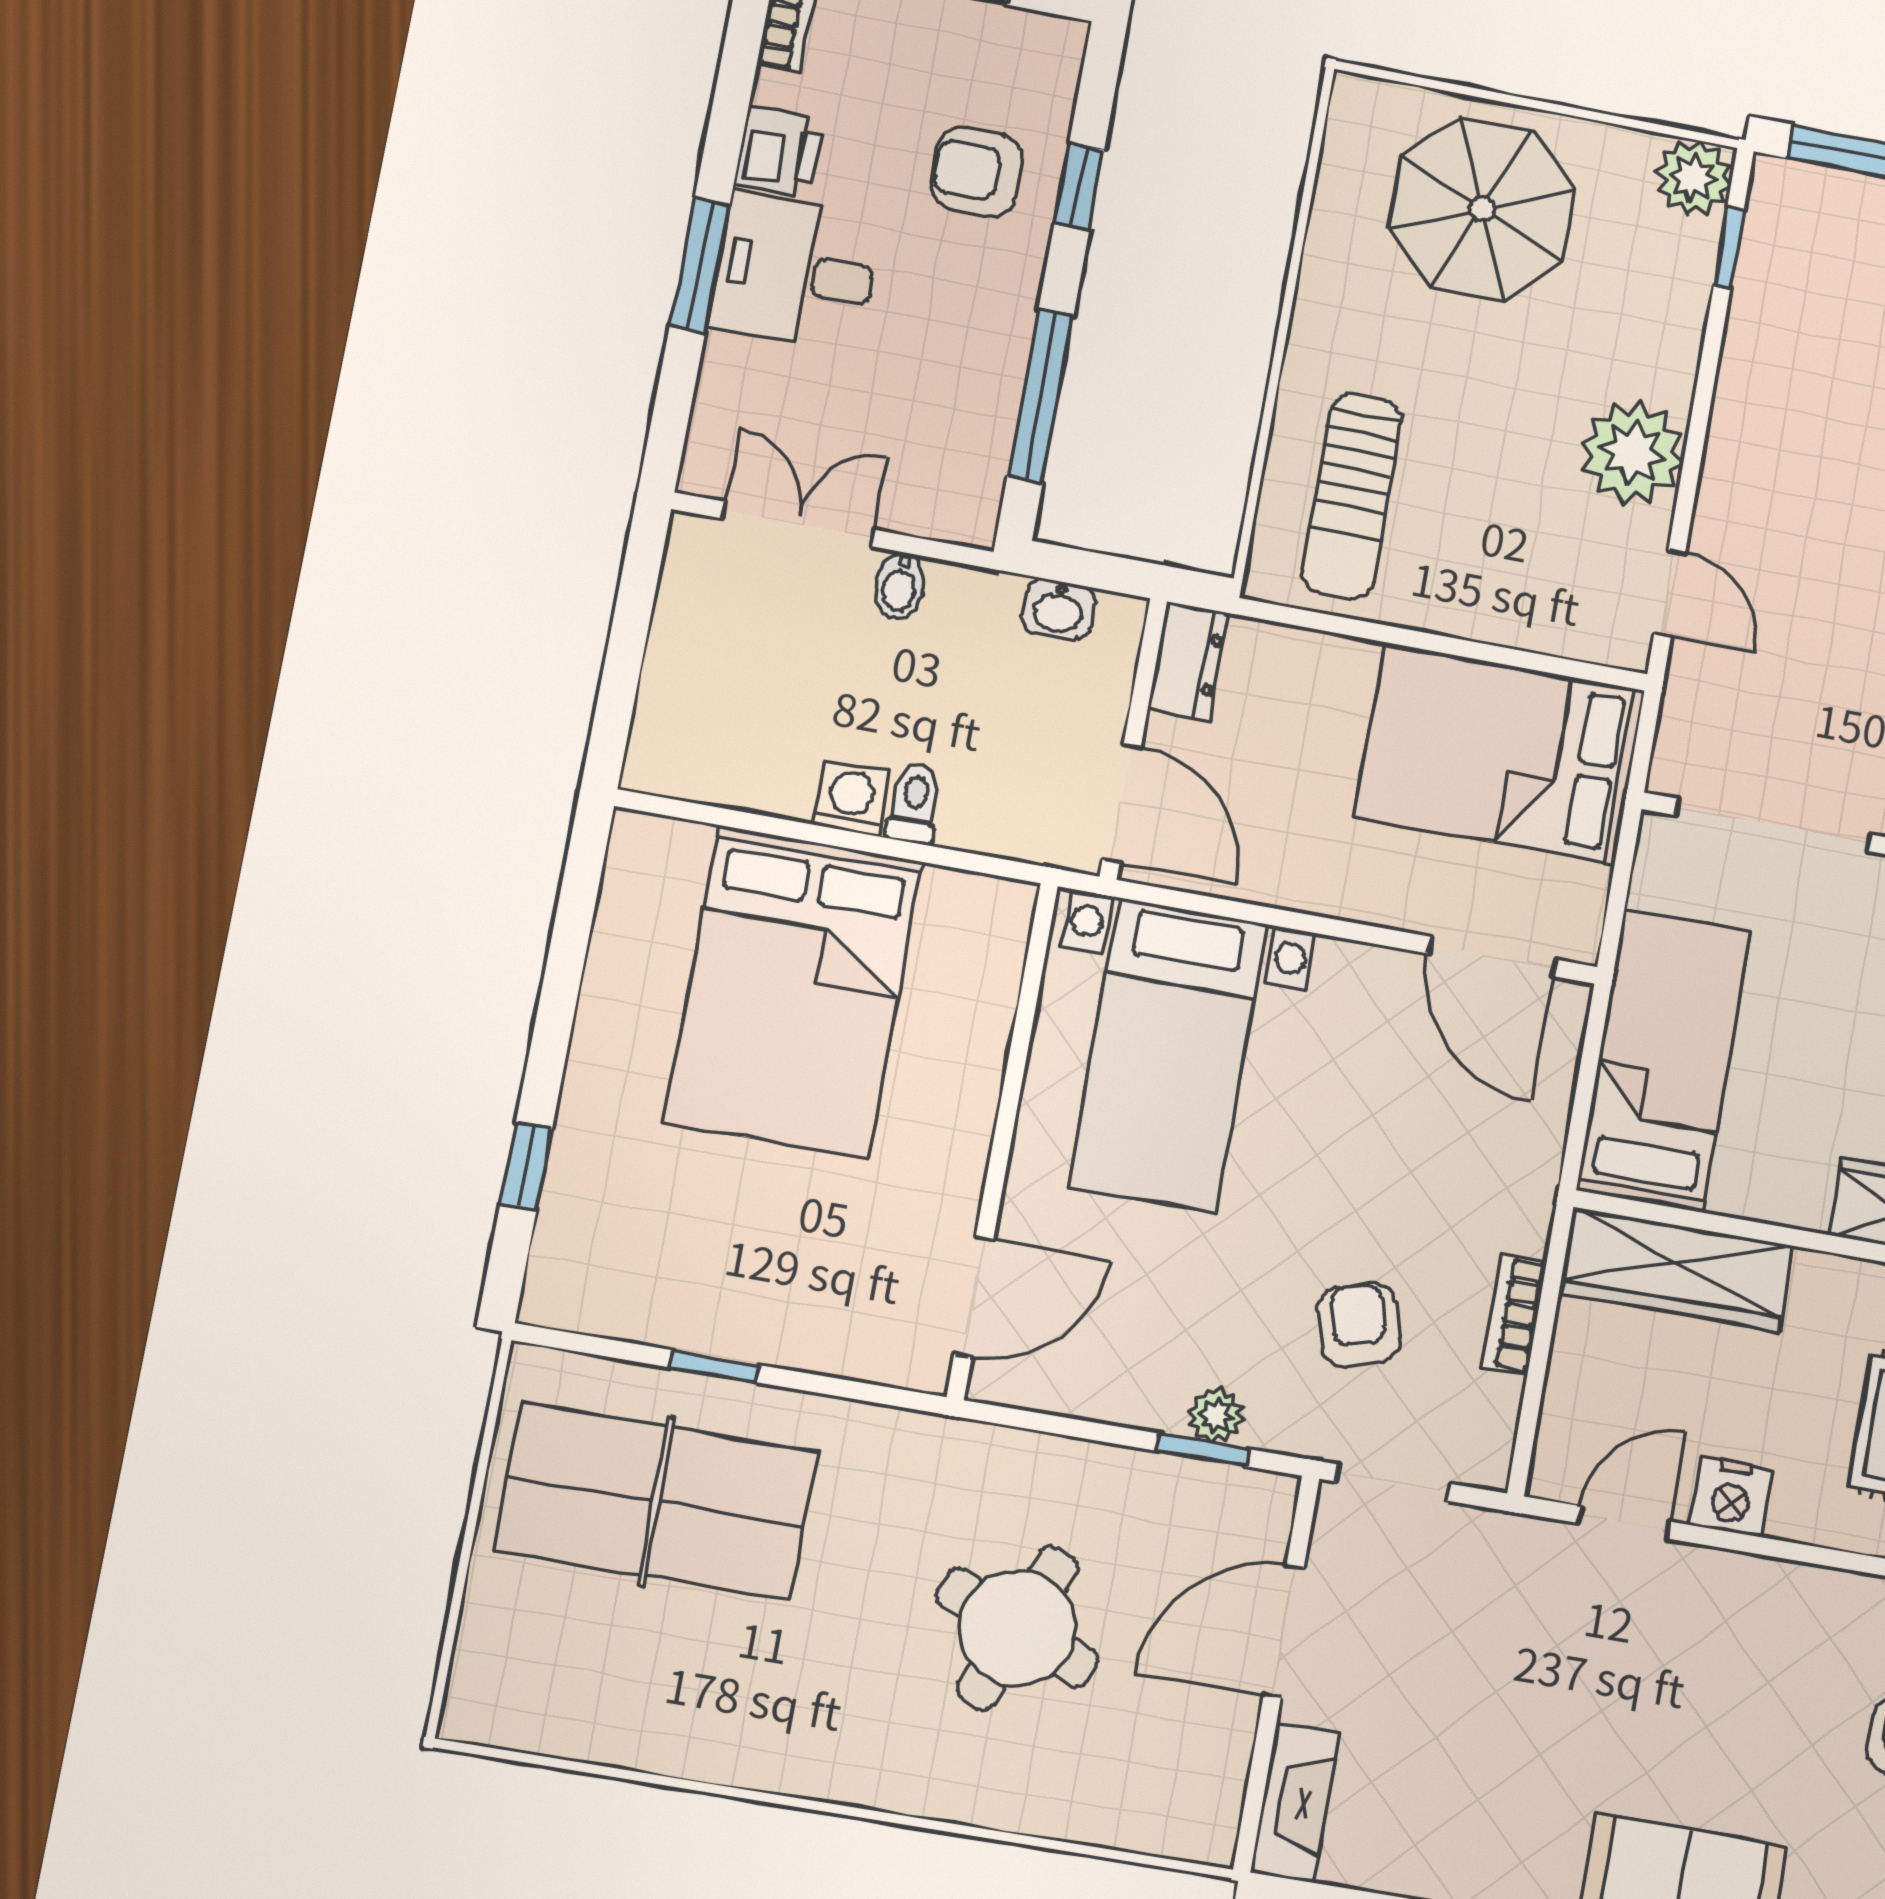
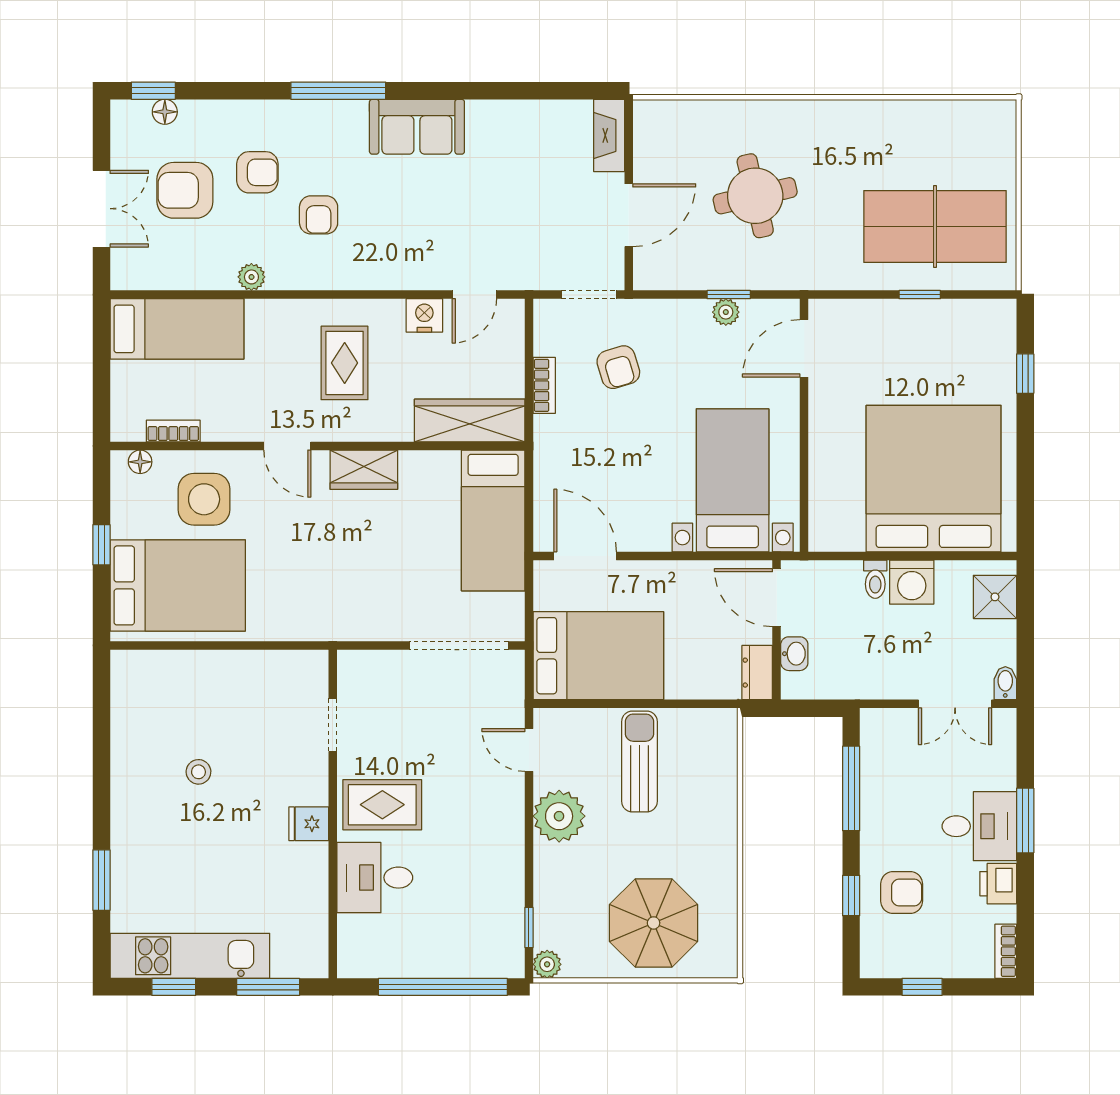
plant: (1693, 178) -> (547, 964), width x0.73, depth x0.73
sun lounger: (1352, 496) -> (639, 761), moved
bidet: (900, 586) -> (1005, 683), moved
washbasin: (1058, 609) -> (794, 654), moved, turned 90
shower: (676, 723) -> (995, 597), added
washing machine: (851, 798) -> (912, 582), width x1.38, depth x1.38
bed: (794, 992) -> (934, 479), width x1.36
plant: (1216, 1415) -> (726, 312), moved
window: (1203, 1450) -> (729, 295), moved
round table: (1017, 1628) -> (755, 196), turned -35

